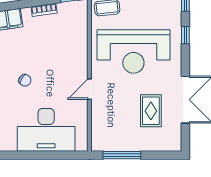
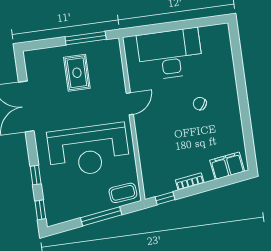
reception desk: (133, 51) -> (88, 150), turned 180
rug: (151, 111) -> (77, 73), moved

